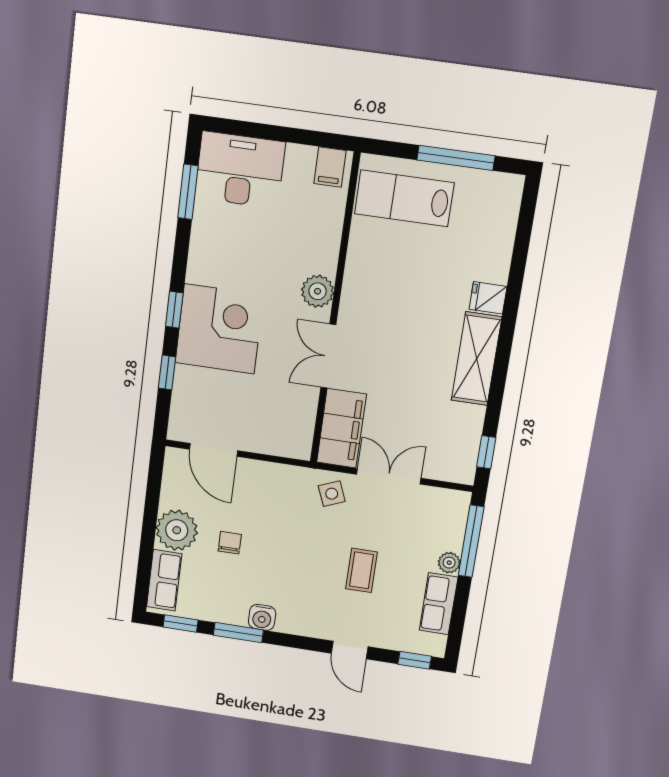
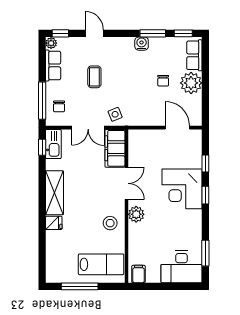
stool: (373, 281) -> (110, 223), added
kitchen sink: (463, 455) -> (53, 144), added
chair: (439, 525) -> (59, 106), added
plant: (449, 563) -> (51, 43), moved

